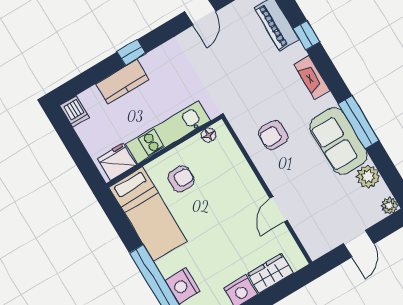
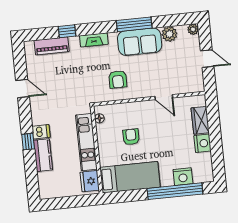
dishwasher: (75, 111) -> (41, 132), moved
armchair: (181, 179) -> (131, 137), moved

